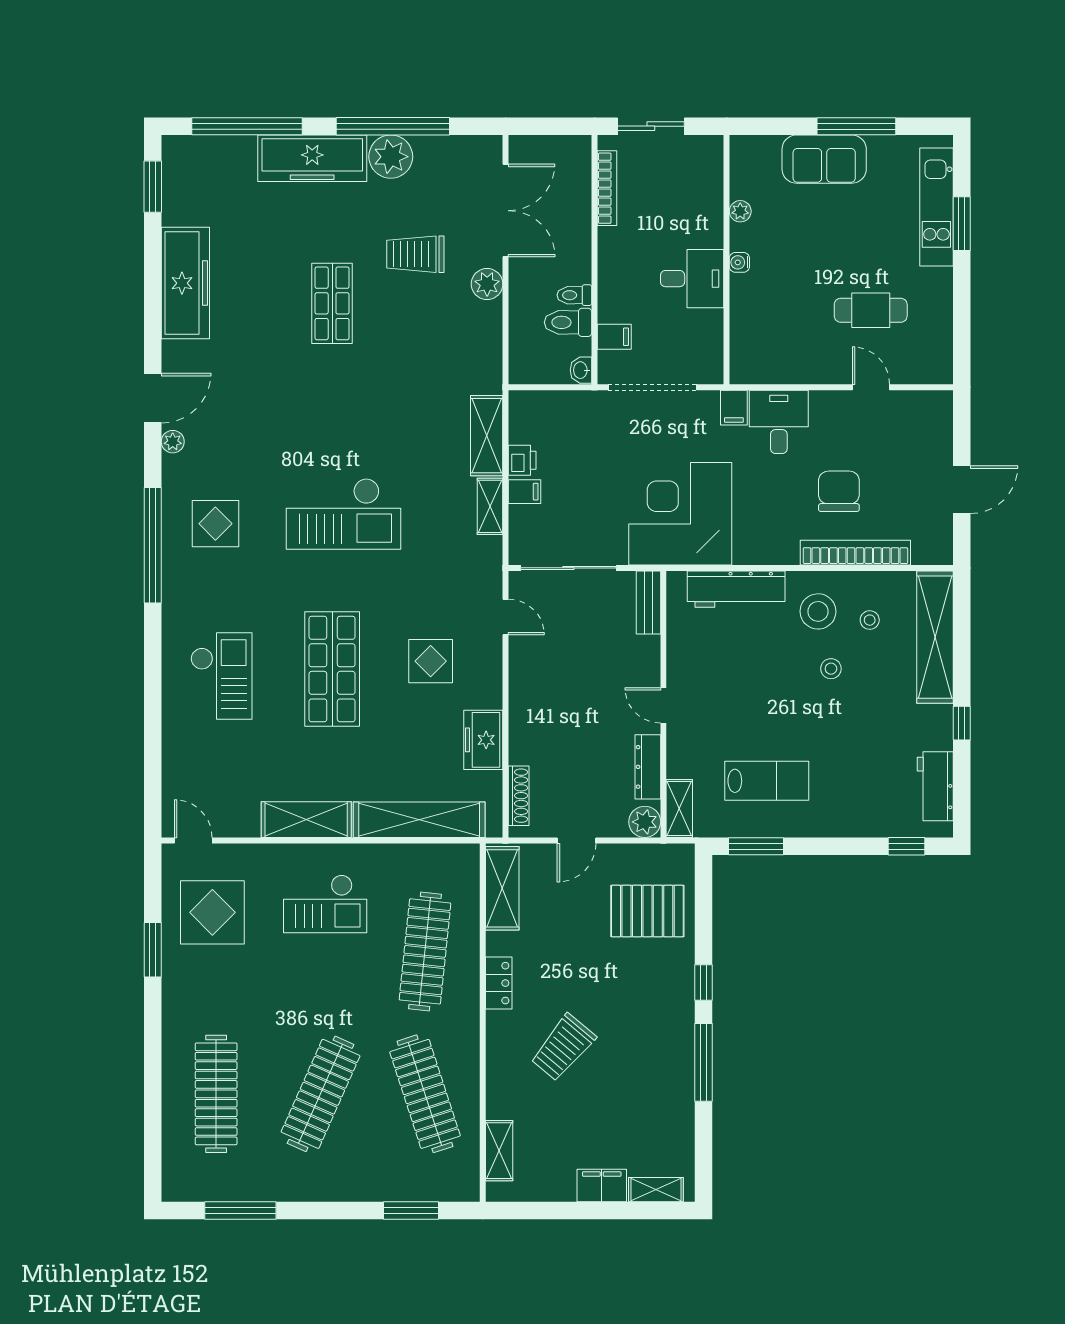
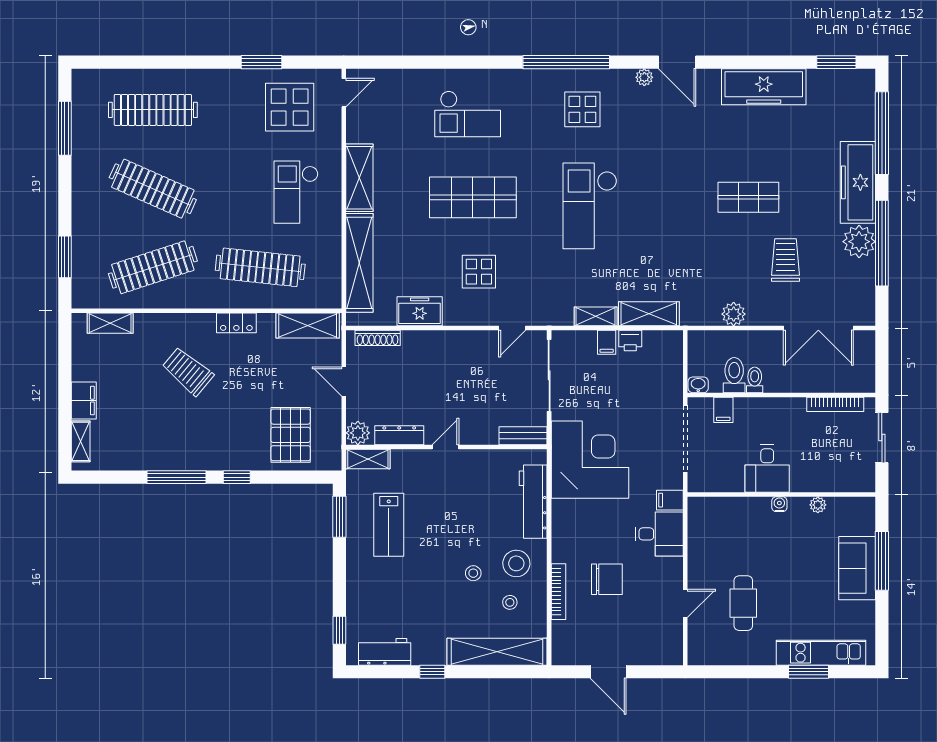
window: (856, 126) -> (882, 561), moved
plant: (487, 284) -> (734, 314), moved
bookcase: (855, 553) -> (558, 592), width x0.68, depth x0.76

